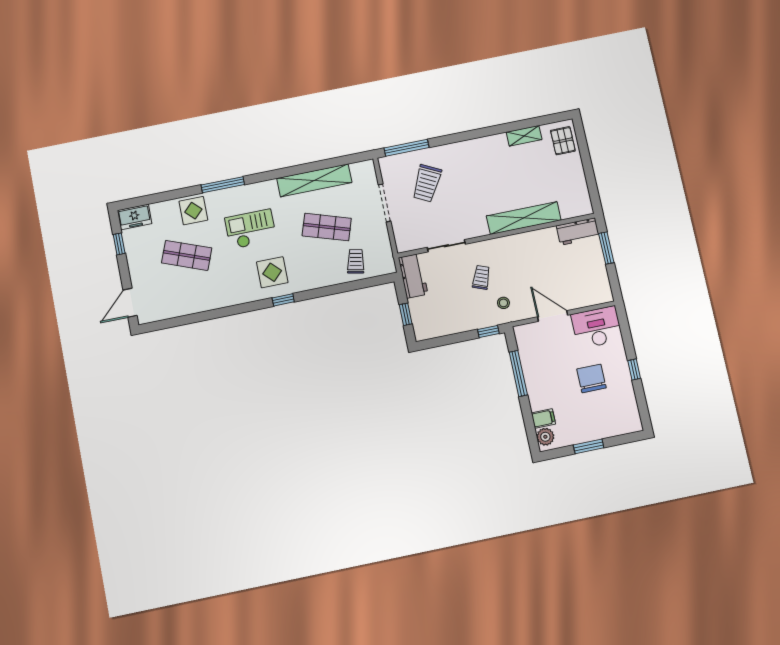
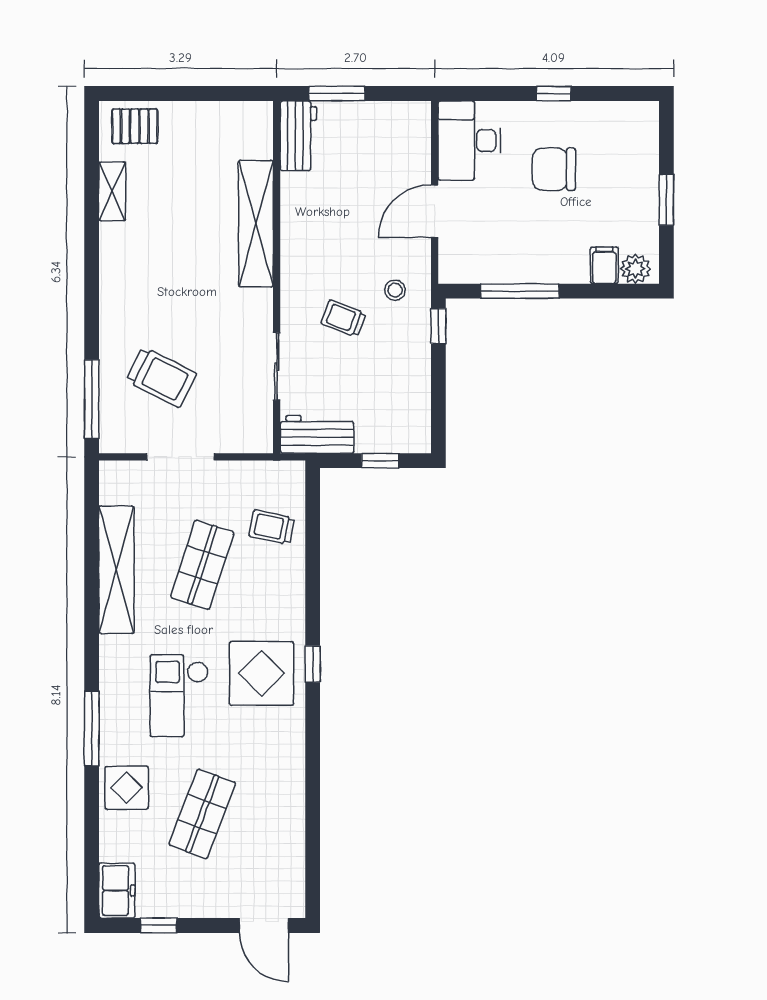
display table: (272, 272) -> (261, 673), width x1.36, depth x1.36

